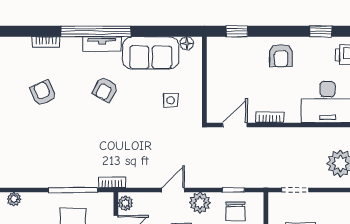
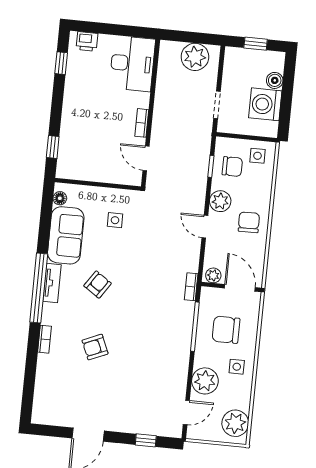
armchair: (281, 56) -> (81, 105), removed
armchair: (105, 89) -> (98, 285), turned -85
plant: (14, 199) -> (205, 381), width x1.88, depth x1.88

